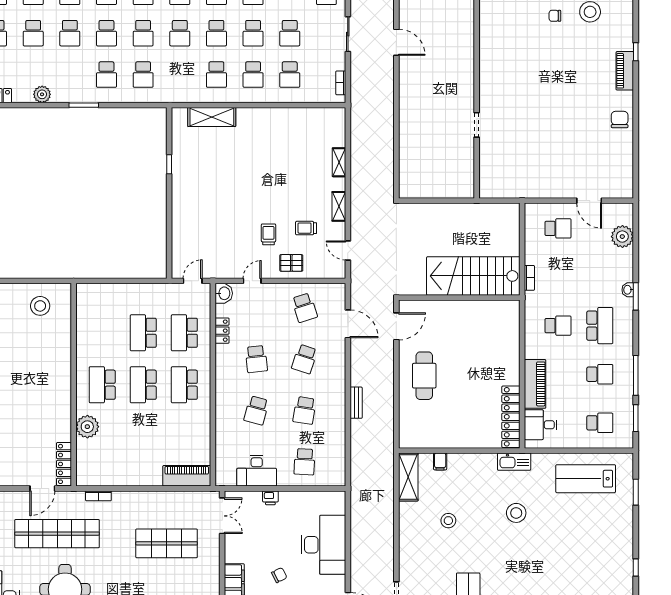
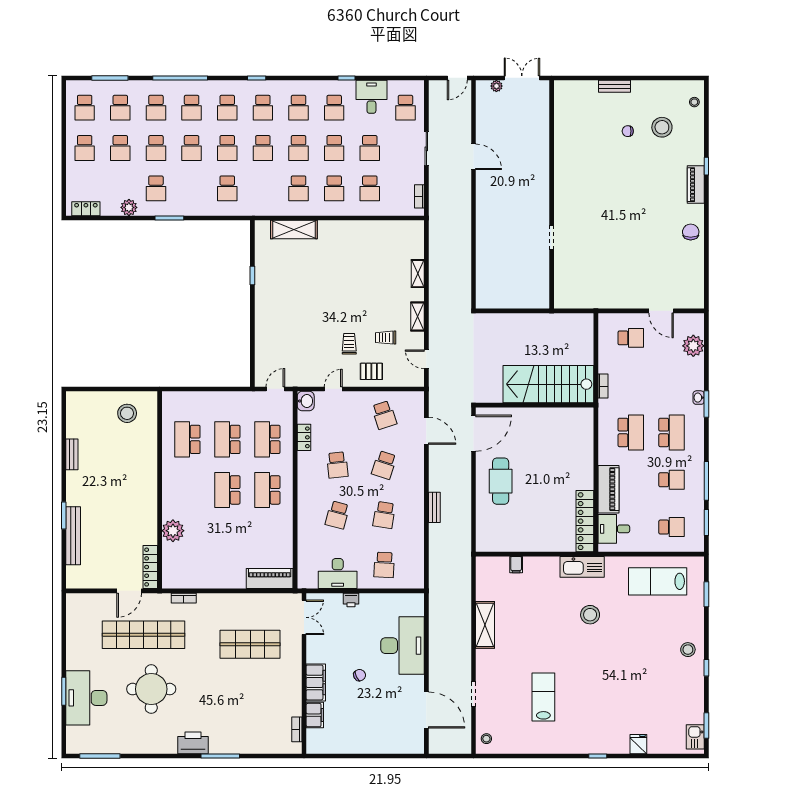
school desk: (106, 75) -> (156, 188), moved
door: (396, 326) -> (474, 433), width x1.36
school desk: (558, 326) -> (631, 432), width x1.85
school desk: (102, 385) -> (187, 439), moved
kitchen sink: (514, 462) -> (582, 567), width x1.36, depth x1.24
shelving: (408, 477) -> (485, 625), moved
stool: (448, 521) -> (688, 650), moved

